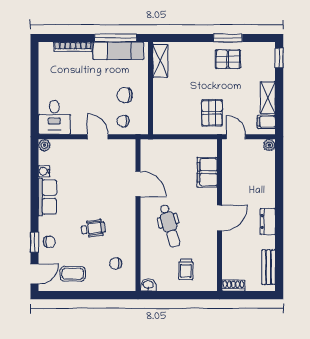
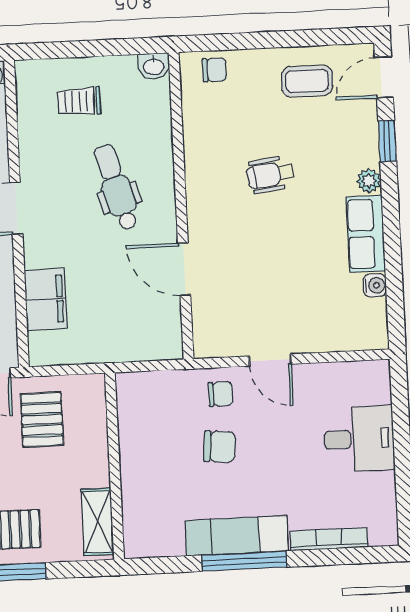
shelving: (160, 61) -> (97, 522), moved
wall: (151, 88) -> (114, 466), moved
desk: (54, 117) -> (359, 439), moved, turned 90
plant: (44, 145) -> (369, 181), moved
chair: (49, 242) -> (357, 143), removed
chair: (116, 263) -> (214, 70), moved
trolley: (186, 269) -> (79, 101), turned -90

